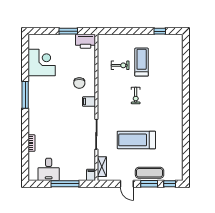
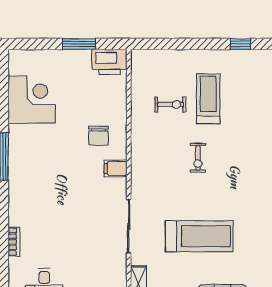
treadmill: (136, 140) -> (199, 236), turned 180

